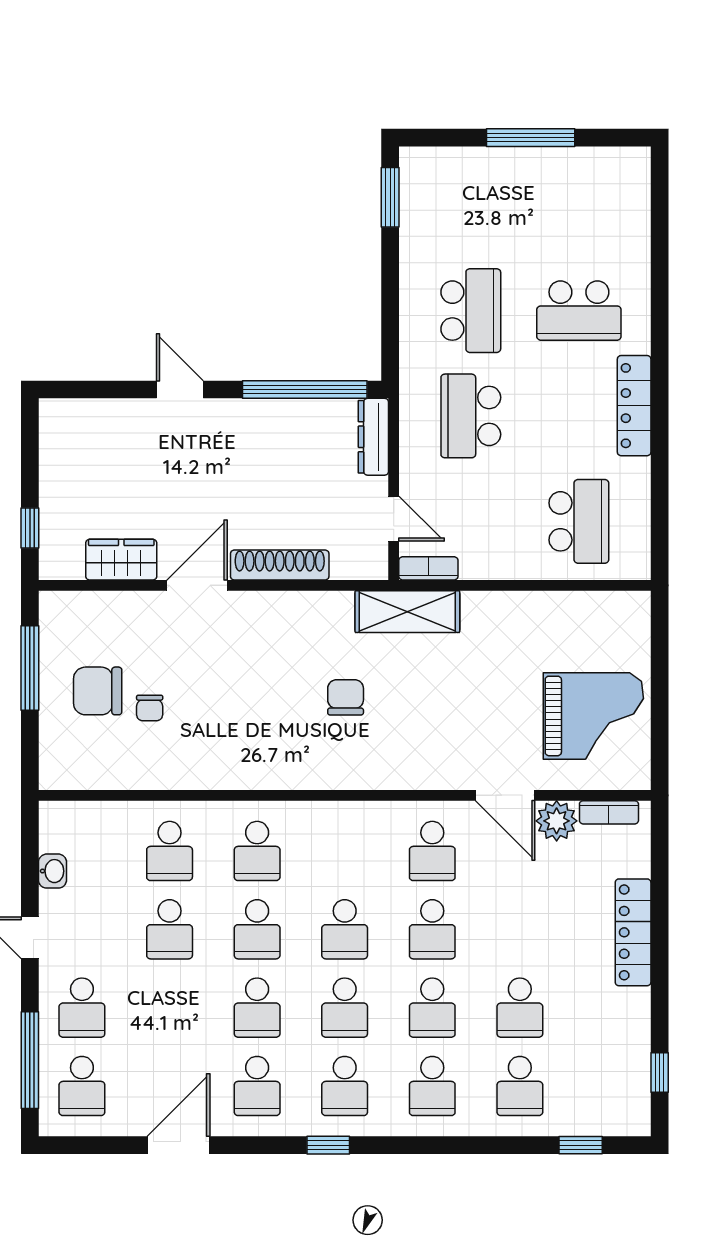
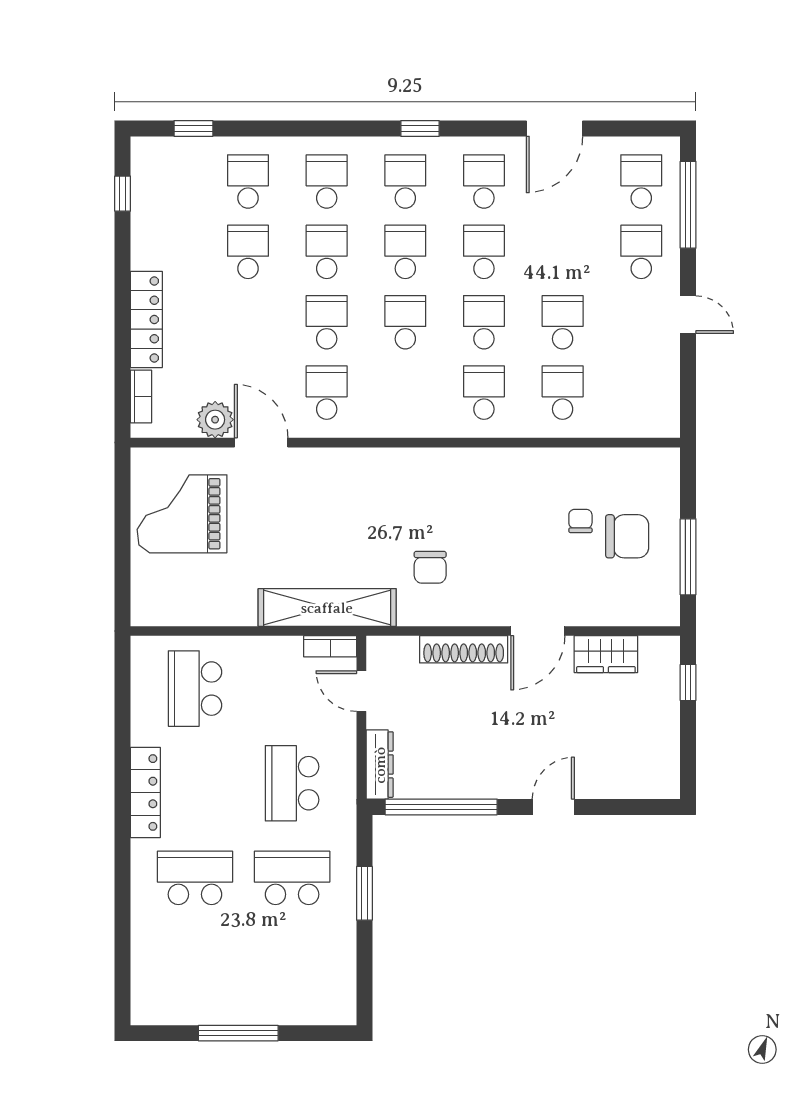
window: (390, 197) -> (364, 893), moved
school desk: (471, 311) -> (292, 878), turned 90
door: (180, 390) -> (553, 807), swing flipped
school desk: (471, 416) -> (292, 783), turned 180
shelving: (407, 612) -> (327, 608), width x1.47
chair: (346, 697) -> (430, 567), moved
bookcase: (609, 812) -> (141, 397), moved, turned 90
washbasin: (52, 871) -> (668, 375), removed

